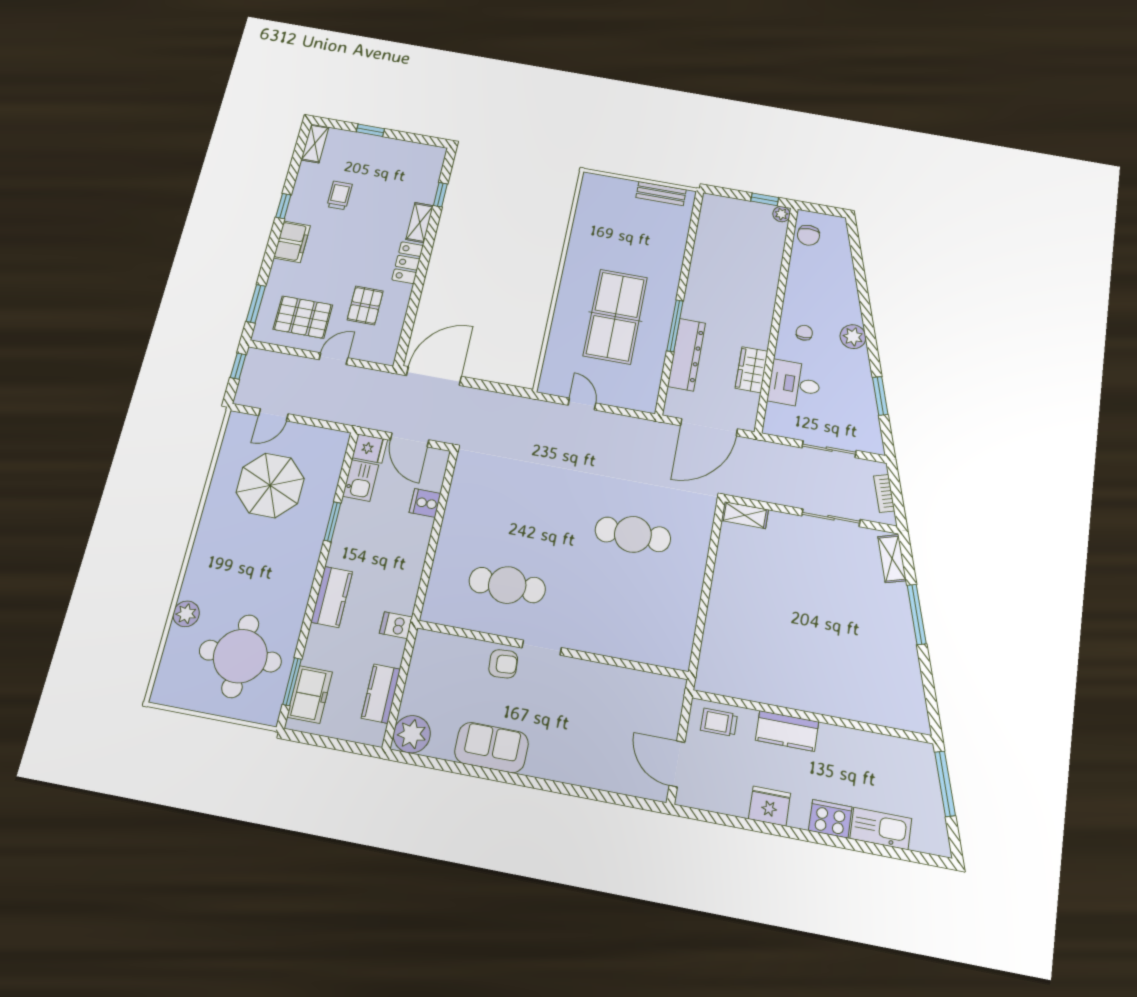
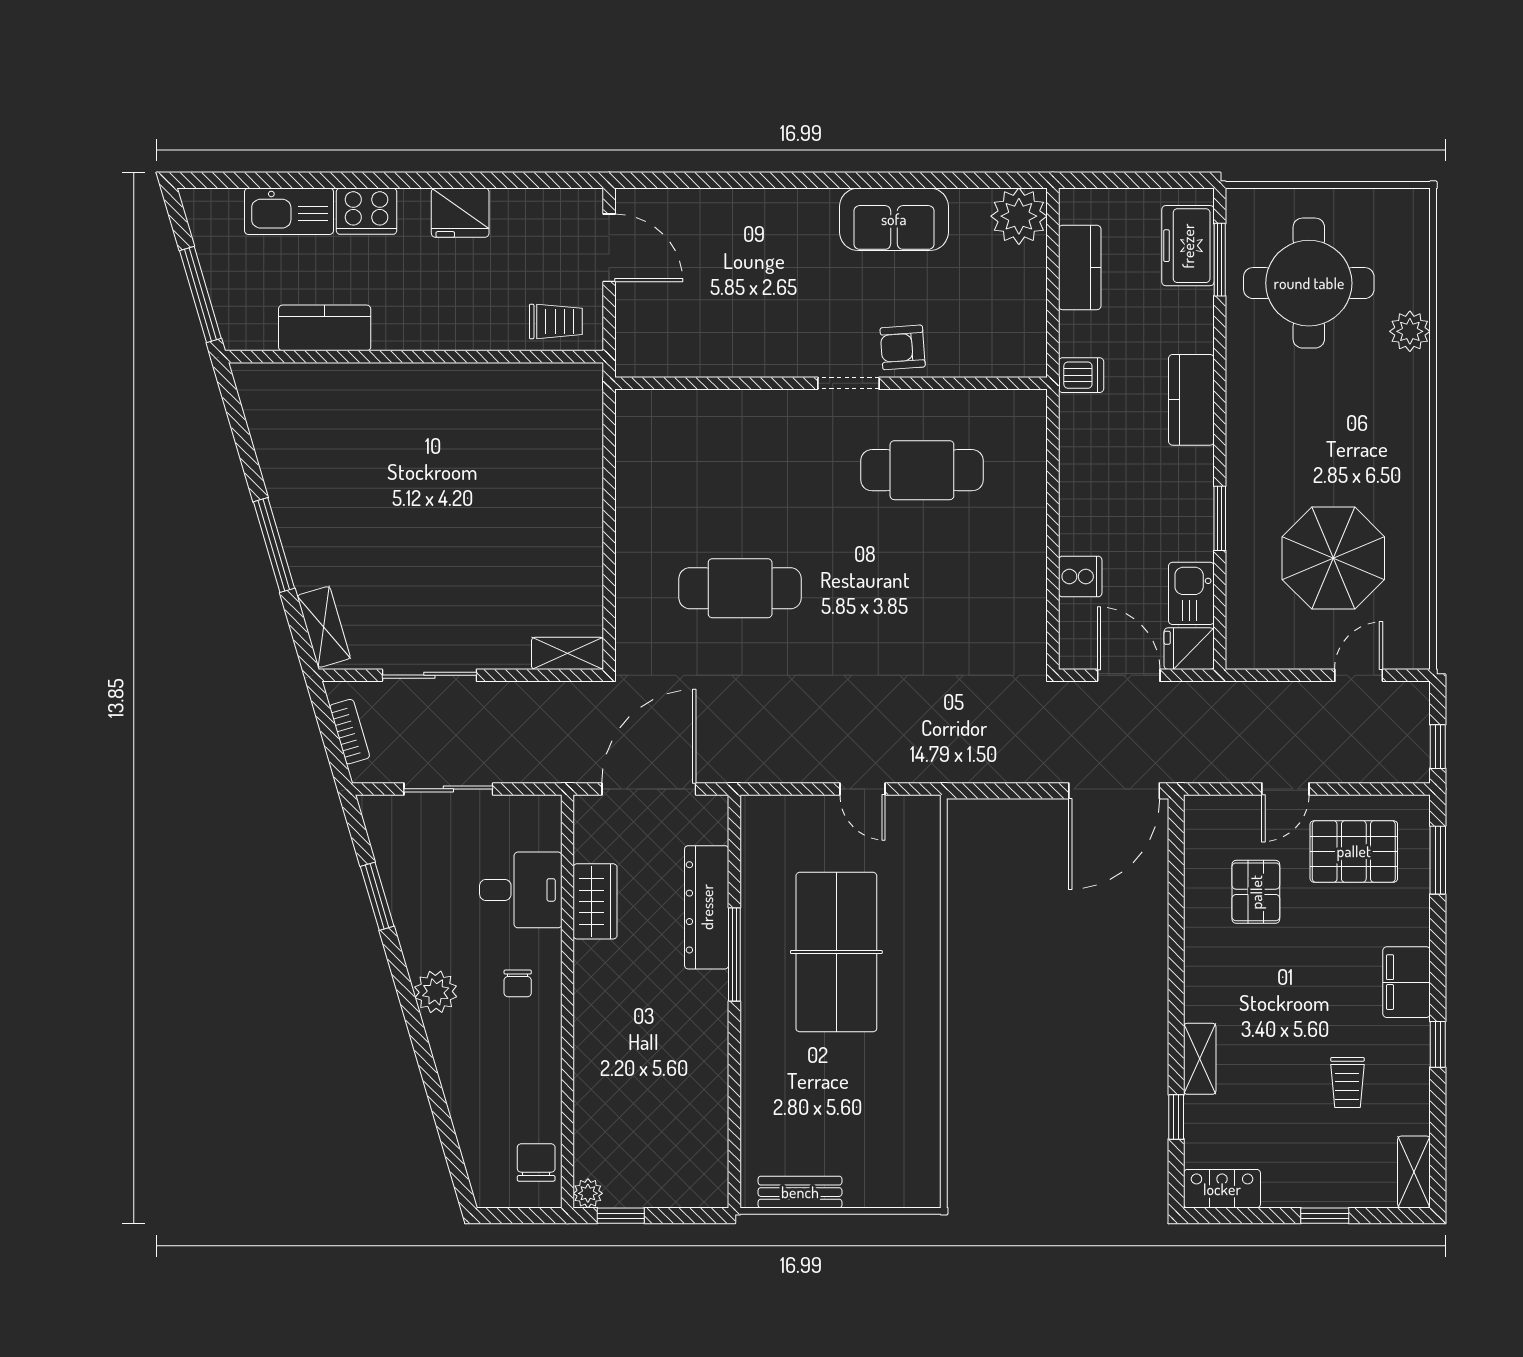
locker: (408, 263) -> (1222, 1189), moved, turned -90
kitchen counter: (787, 731) -> (325, 328), moved

